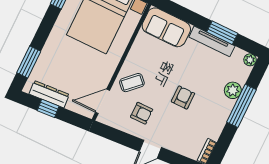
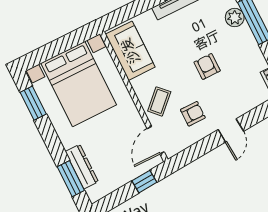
sofa: (166, 27) -> (130, 51), moved, turned -90
dresser: (49, 94) -> (82, 167), moved, turned 94
window: (48, 108) -> (144, 182), moved

